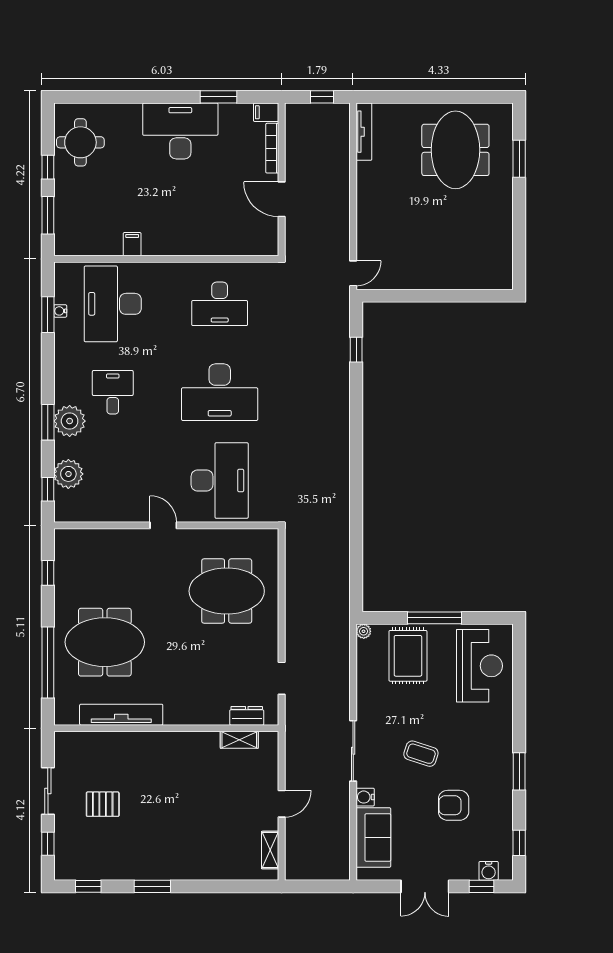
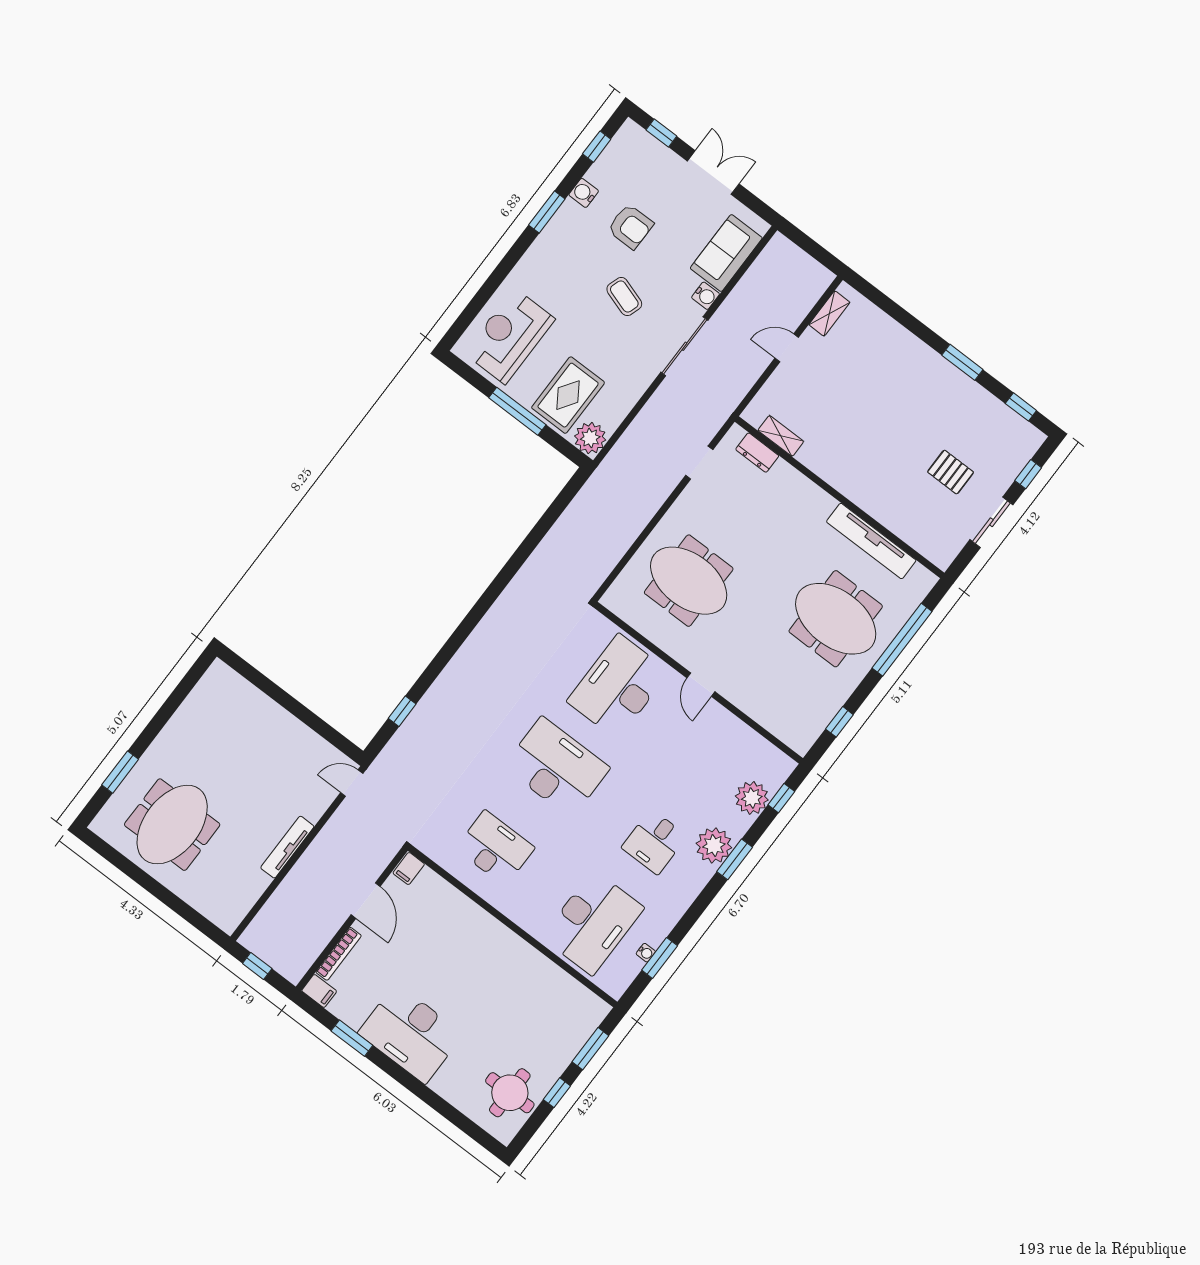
tv unit: (364, 132) -> (287, 847), moved
filing cabinet: (132, 244) -> (409, 869), moved
plant: (364, 631) -> (590, 438), width x1.88, depth x1.88
water cooler: (489, 871) -> (584, 193), moved, turned -90

